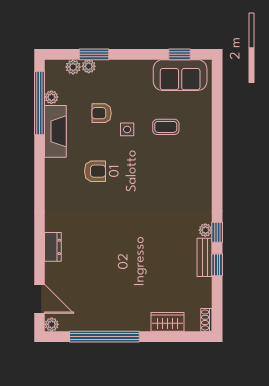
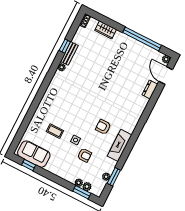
window: (94, 54) -> (82, 192), moved
window: (40, 103) -> (114, 177), width x0.47
fireplace: (55, 131) -> (120, 145), moved
window: (217, 232) -> (56, 63), removed
dresser: (53, 247) -> (150, 89), moved

